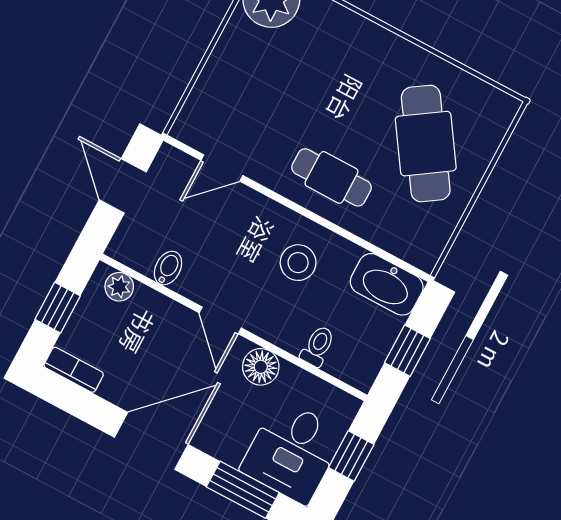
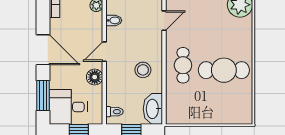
cafe table: (426, 144) -> (224, 70), moved, turned 34
door: (222, 168) -> (164, 21), swing flipped
toilet: (318, 346) -> (114, 112), moved

